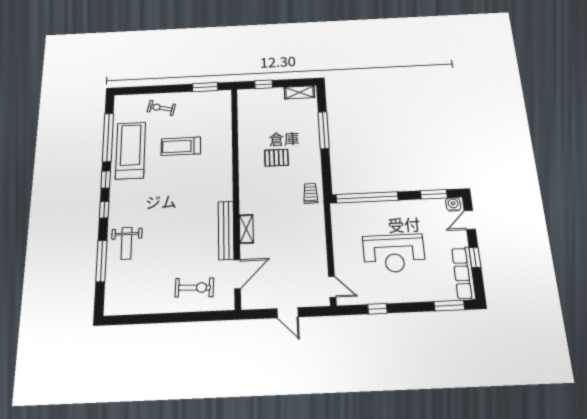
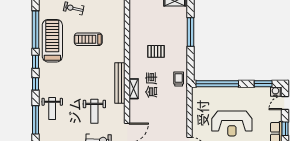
shelving: (246, 229) -> (134, 89), moved
bench: (226, 230) -> (120, 83), moved
weight bench: (189, 245) -> (94, 111), added

